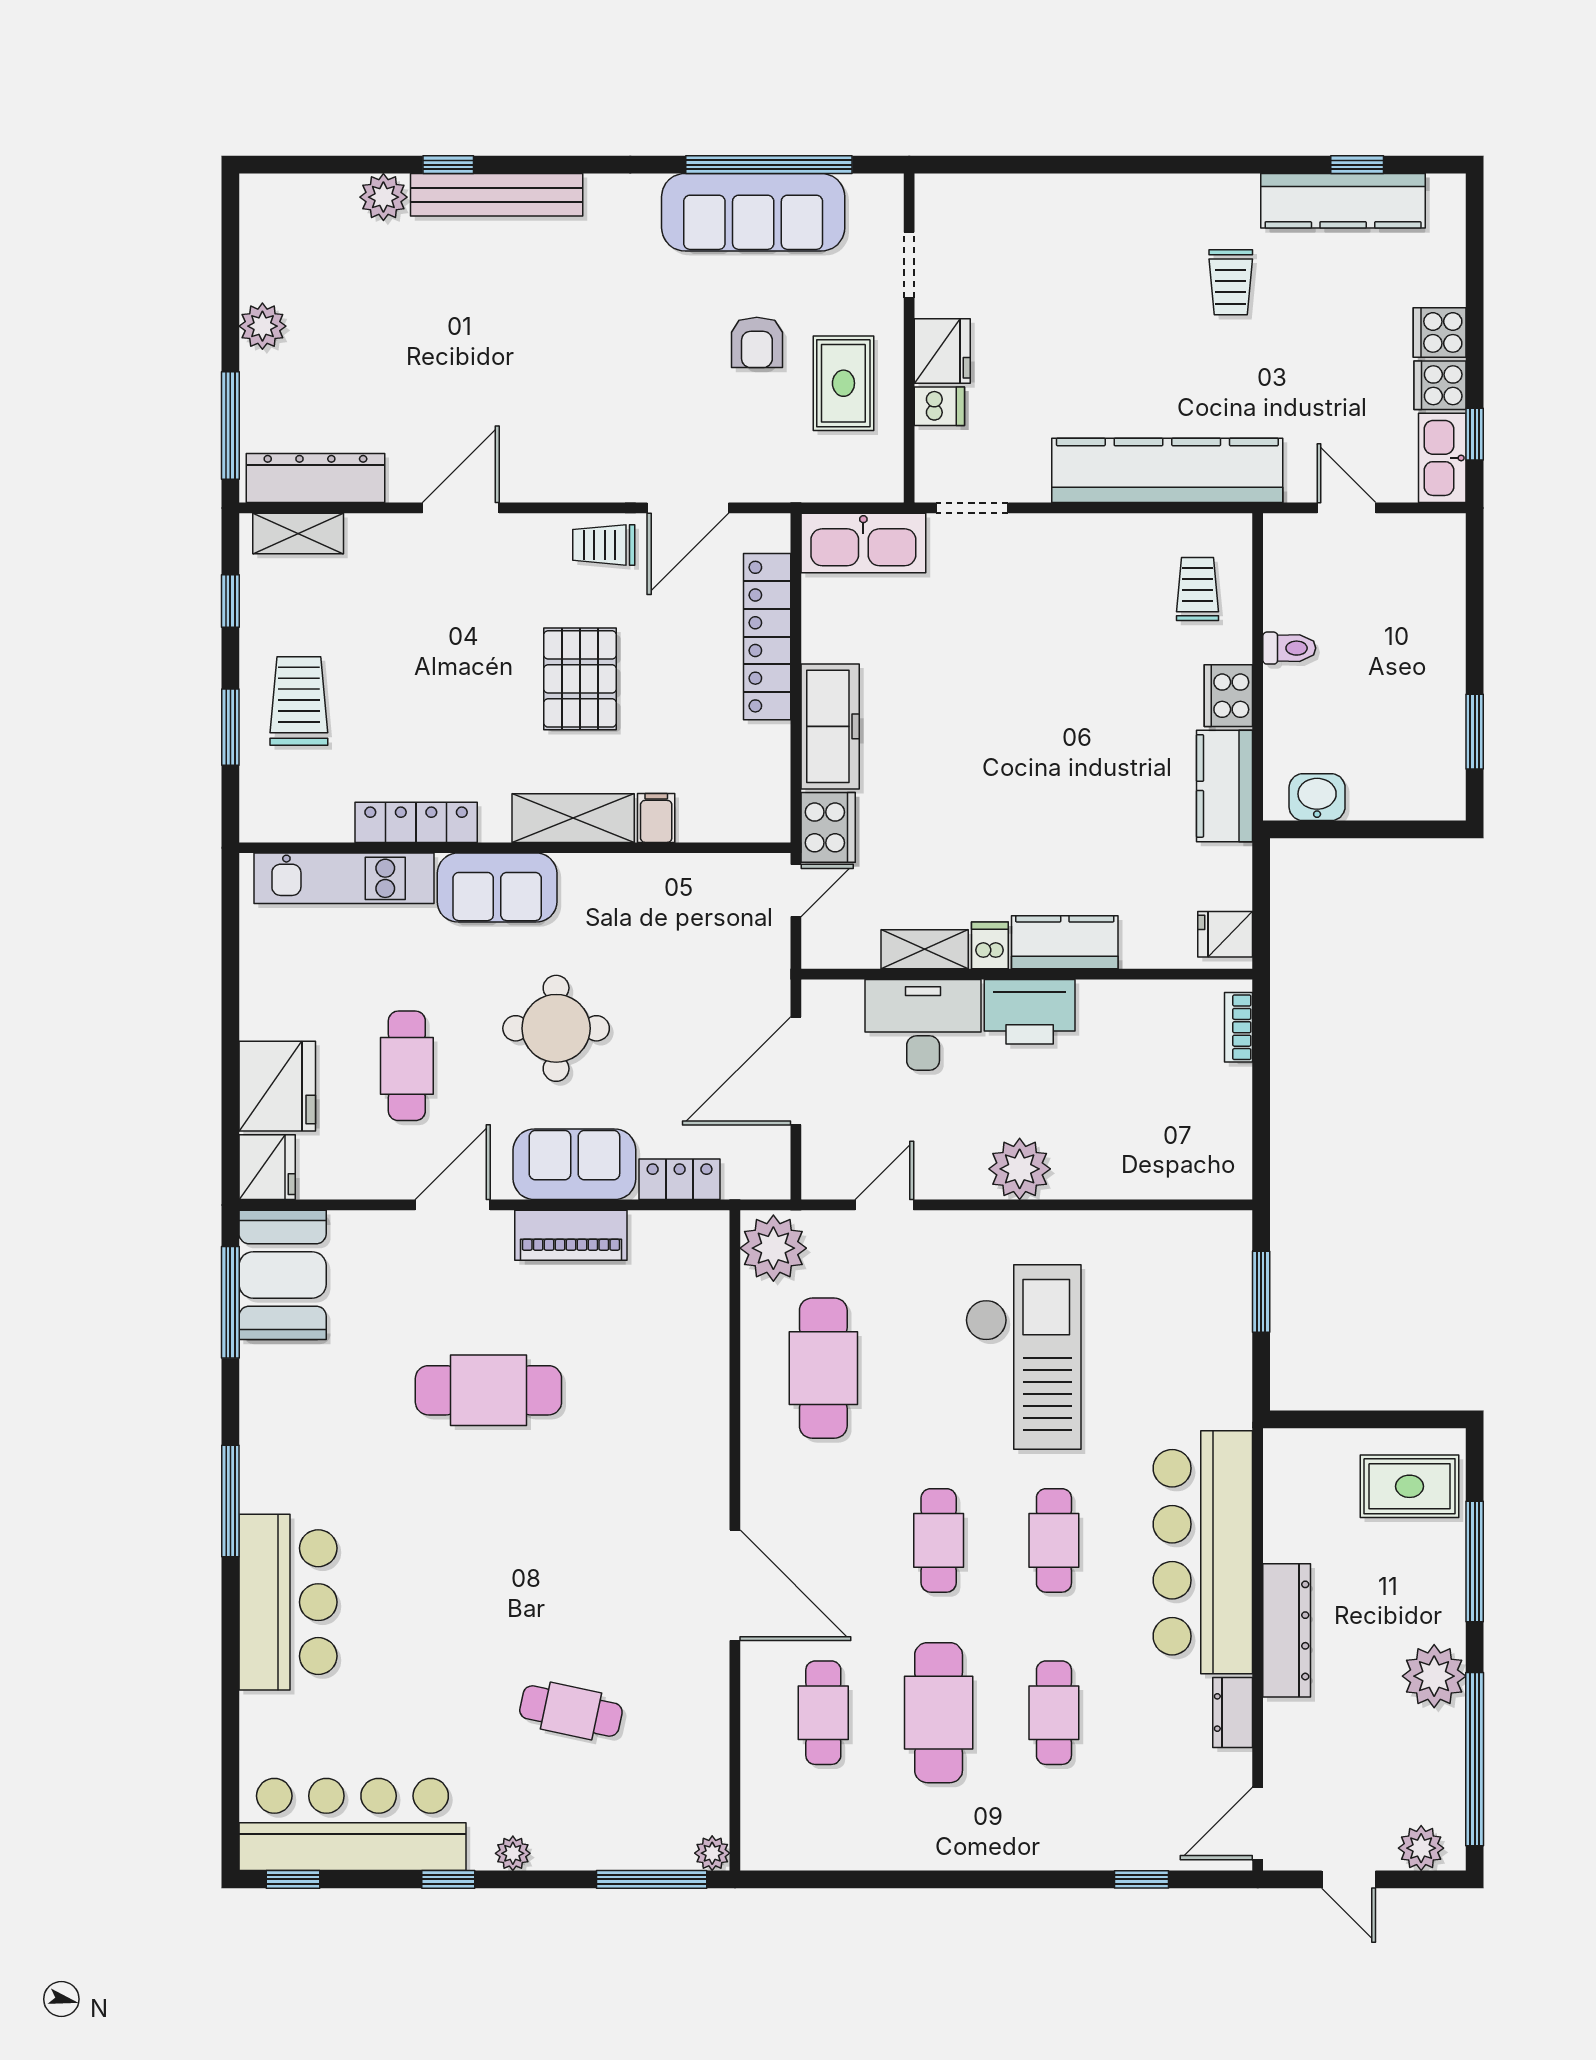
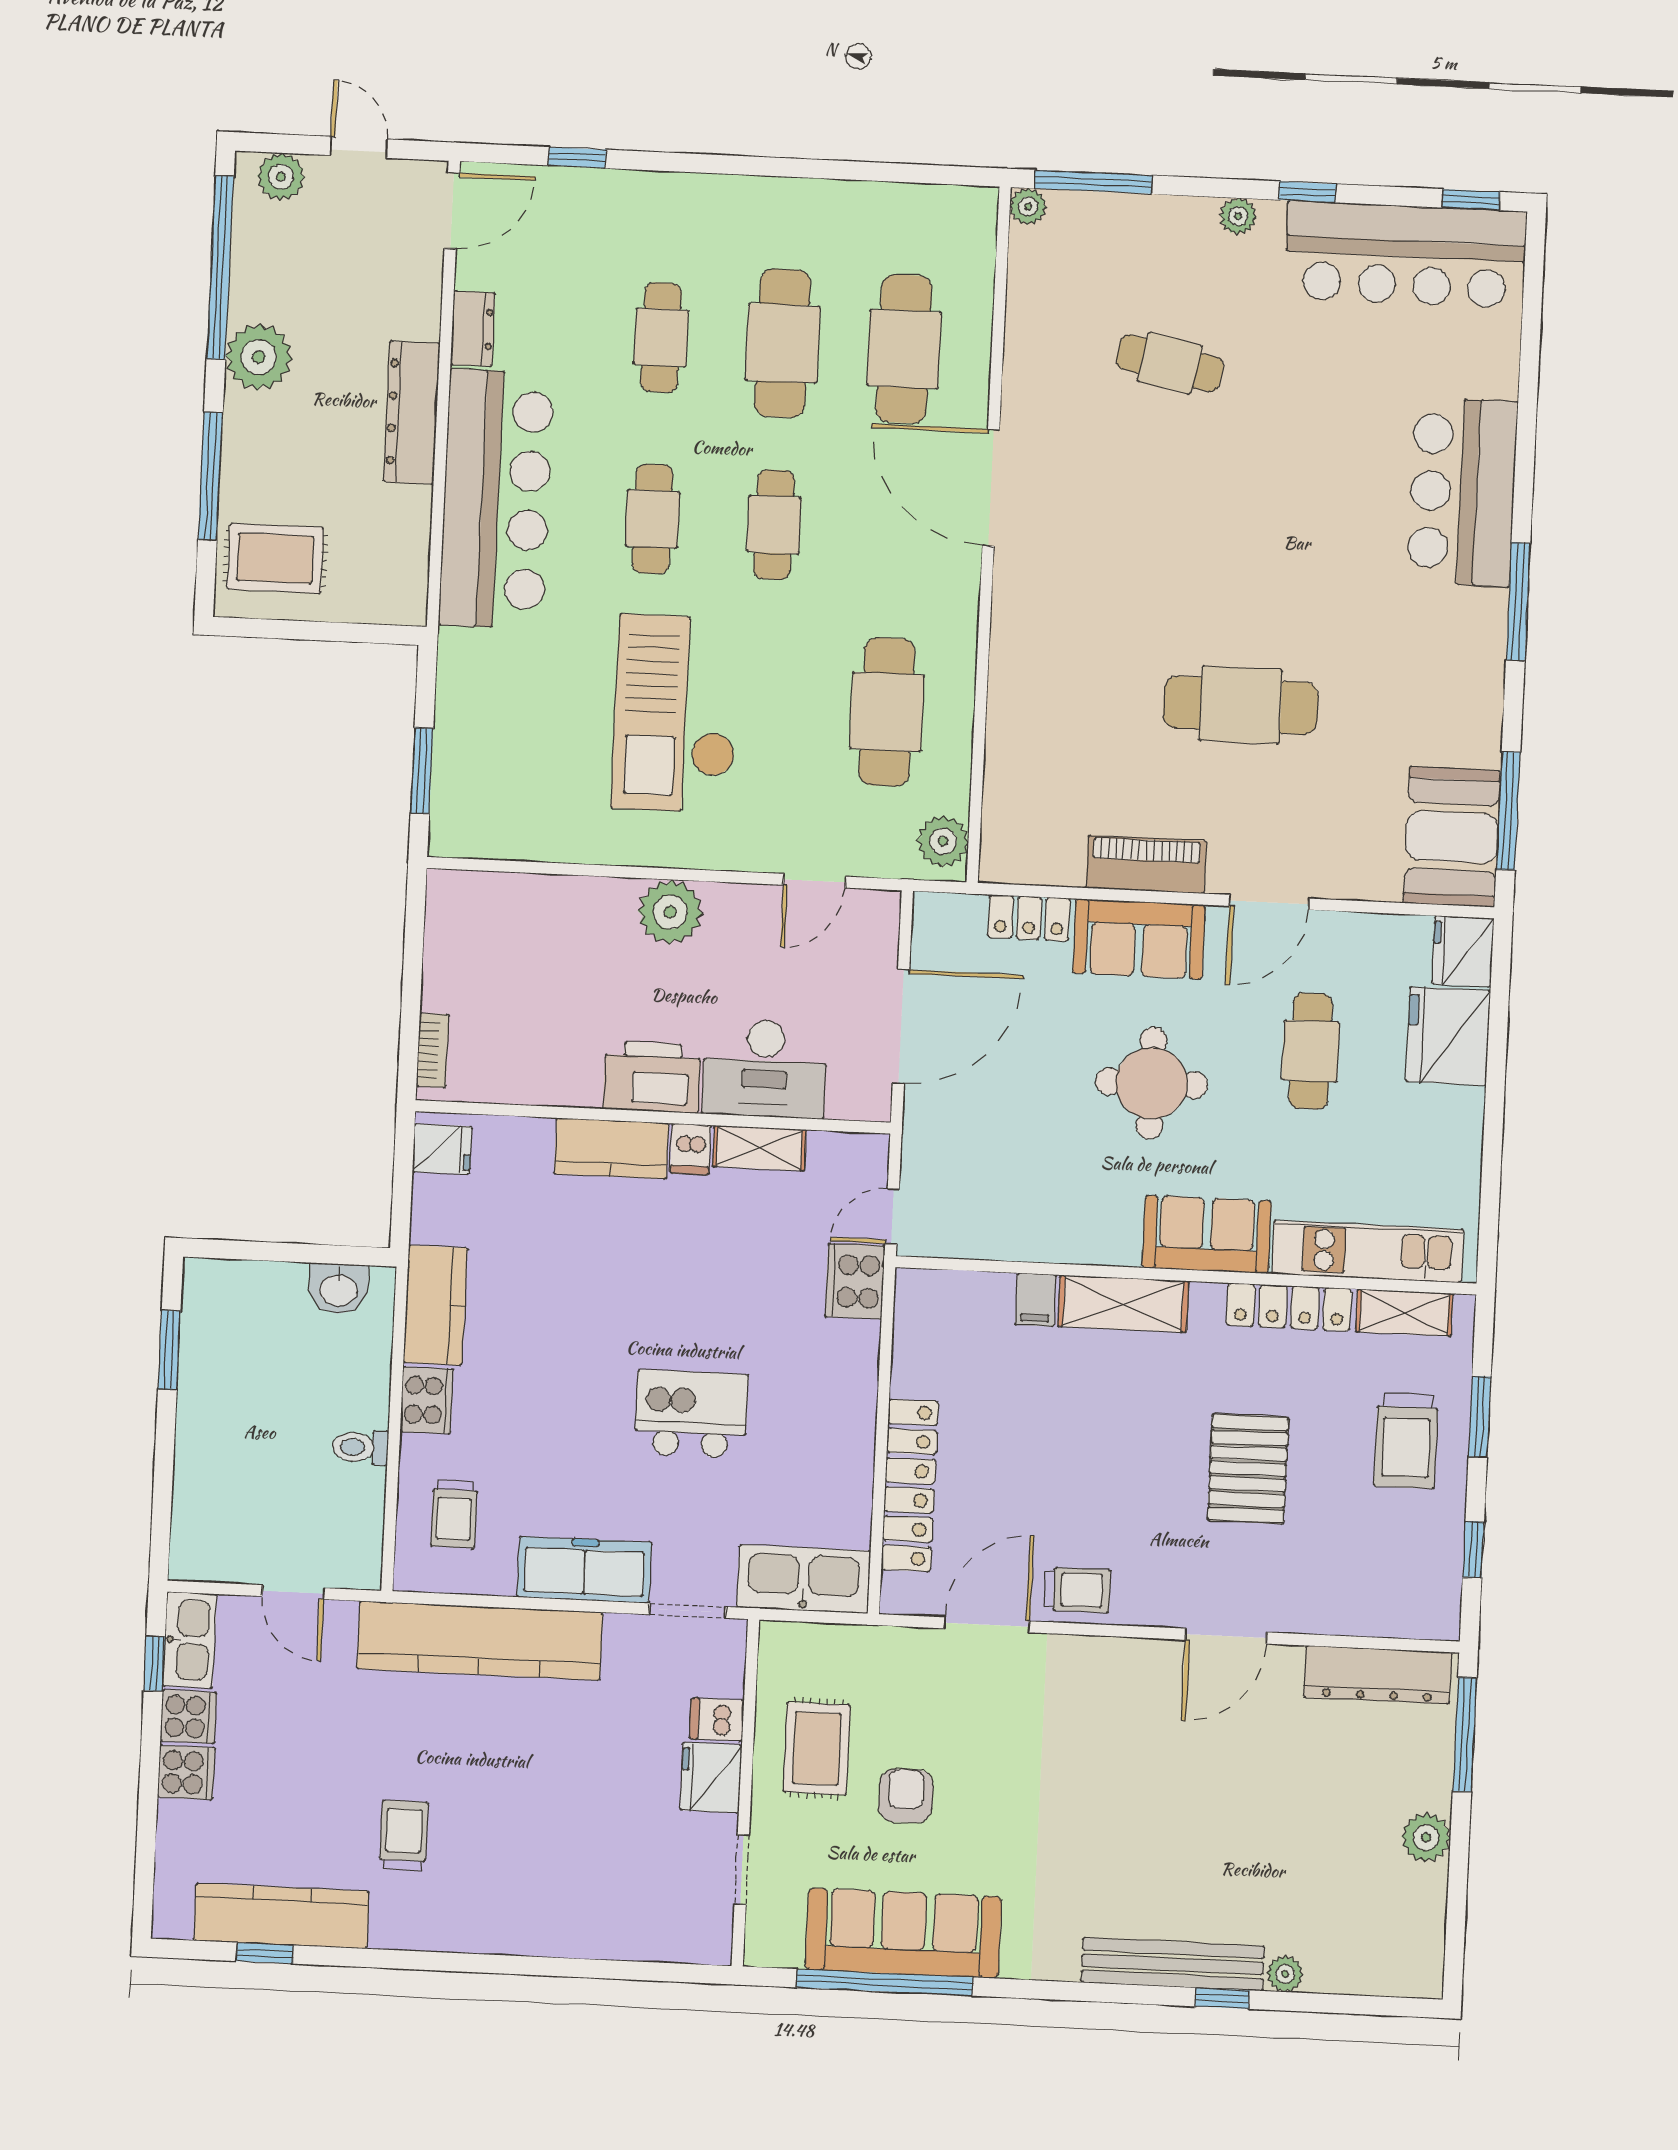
plant: (383, 197) -> (1285, 1974), width x0.73, depth x0.73
shelving: (298, 534) -> (1404, 1313), moved
pallet: (580, 679) -> (1248, 1469), moved
kitchen island: (977, 694) -> (691, 1414), added
freezer: (830, 726) -> (584, 1570), moved, turned 90
plant: (773, 1248) -> (943, 841), width x0.73, depth x0.73
cafe table: (823, 1713) -> (904, 349), width x1.37, depth x1.35

